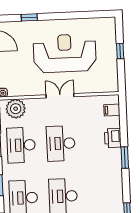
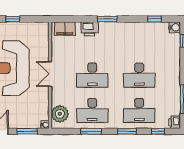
filing cabinet: (112, 110) -> (65, 29), width x2.00

